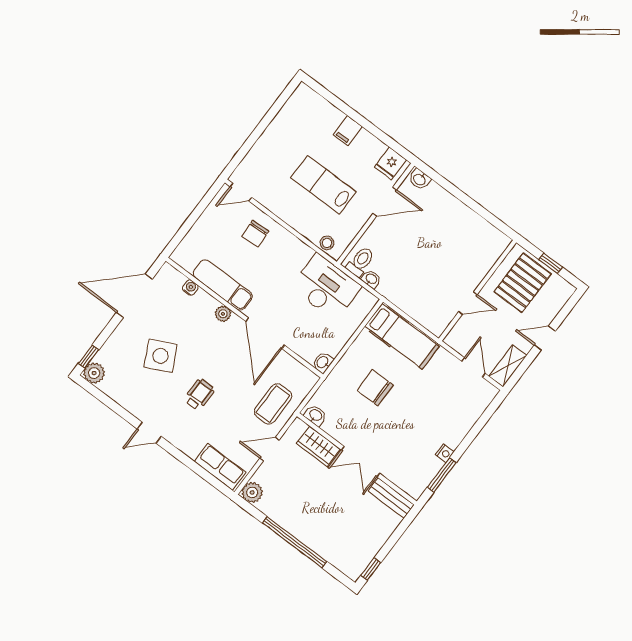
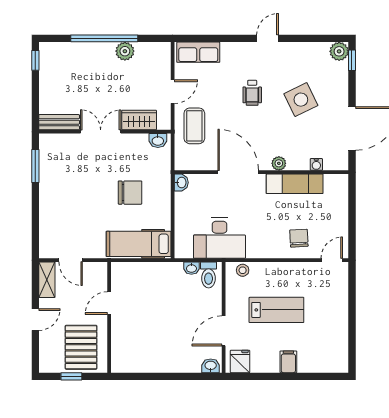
nightstand: (445, 453) -> (45, 183), removed
plant: (252, 492) -> (125, 51), moved

